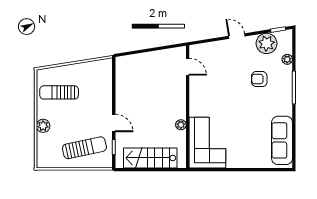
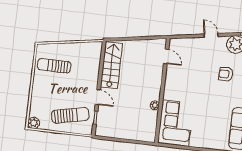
plant: (43, 126) -> (34, 123), moved
stairs: (150, 158) -> (111, 65), moved, turned 90

